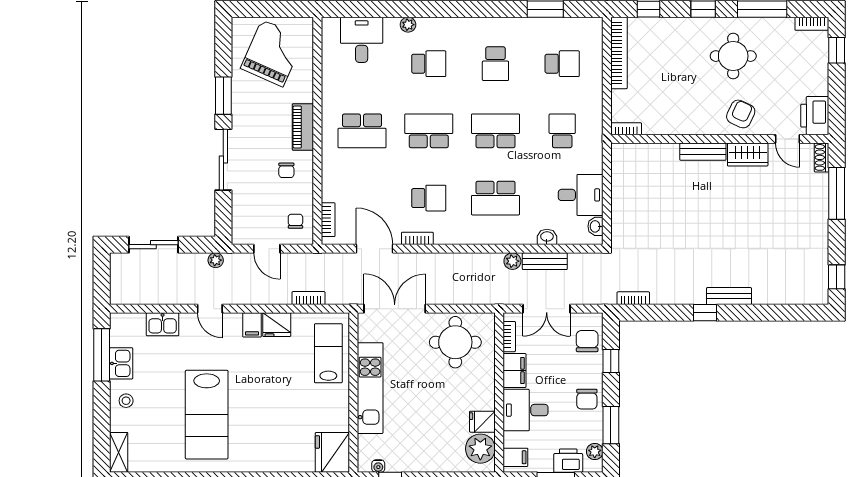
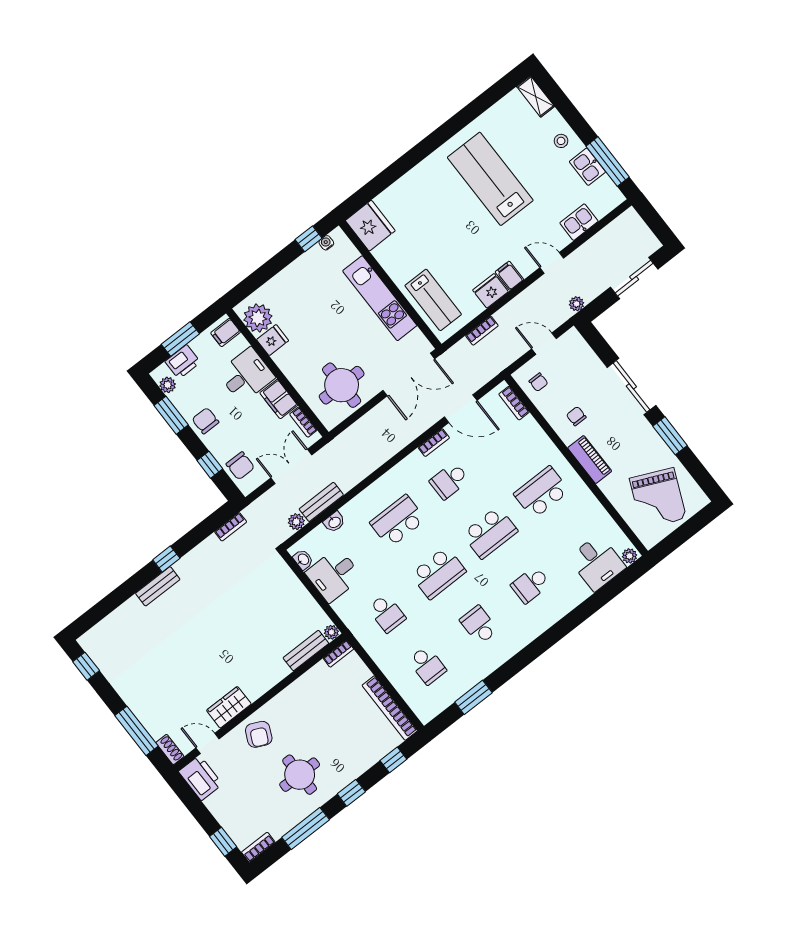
plant: (408, 25) -> (630, 556), moved
school desk: (562, 64) -> (427, 665), turned -90
plant: (618, 150) -> (331, 632), added
bench: (703, 152) -> (306, 651), moved
plant: (512, 261) -> (296, 522), moved

